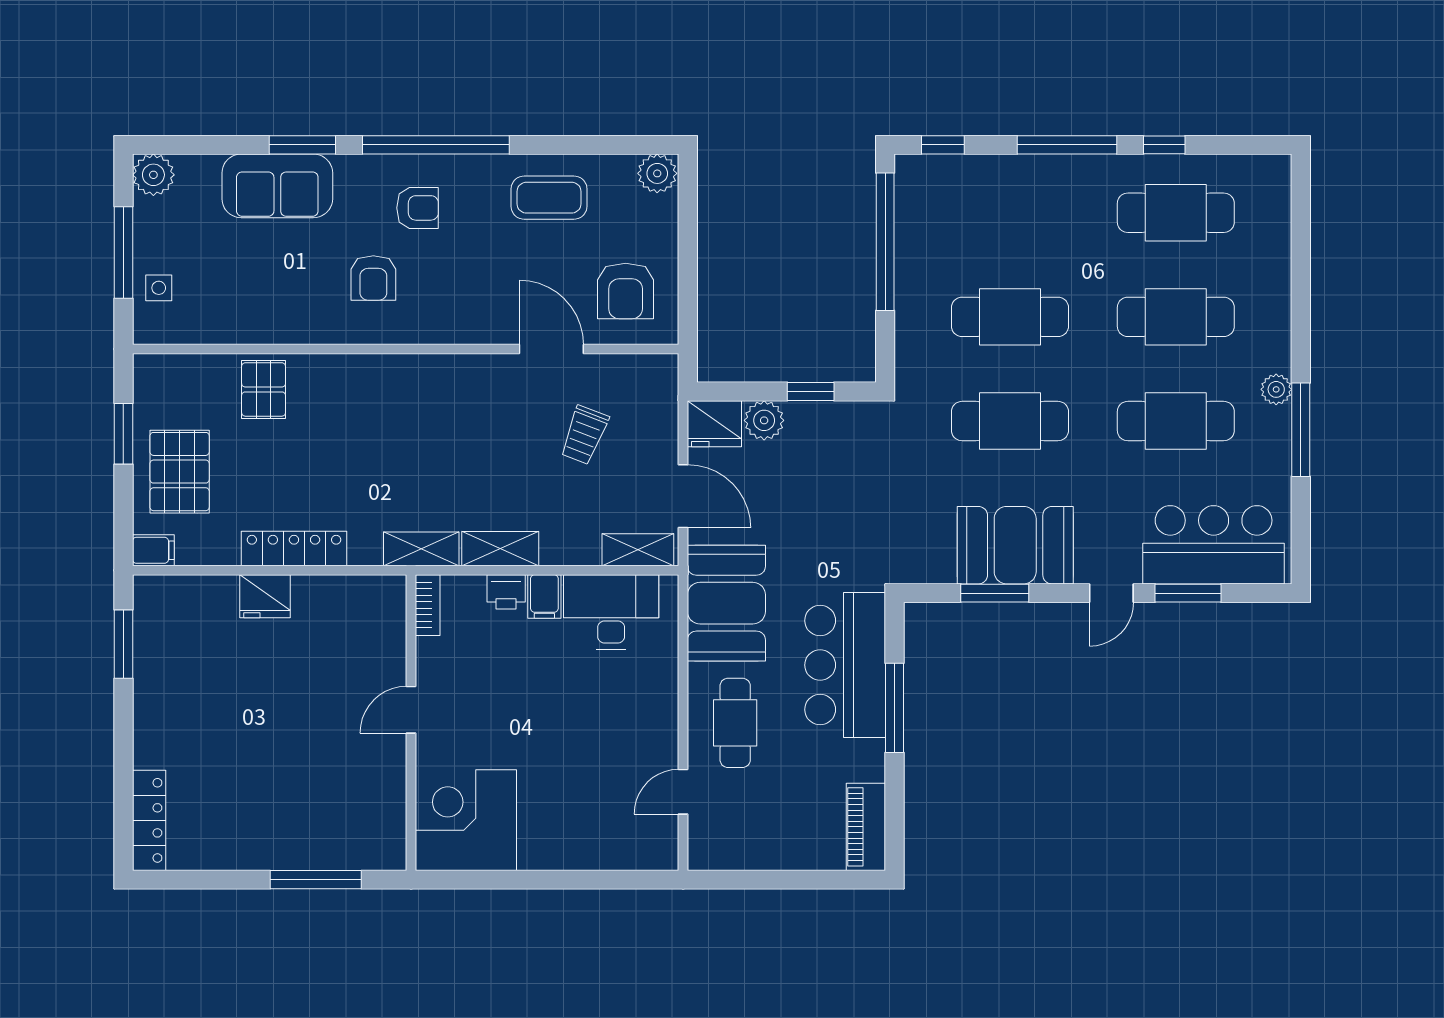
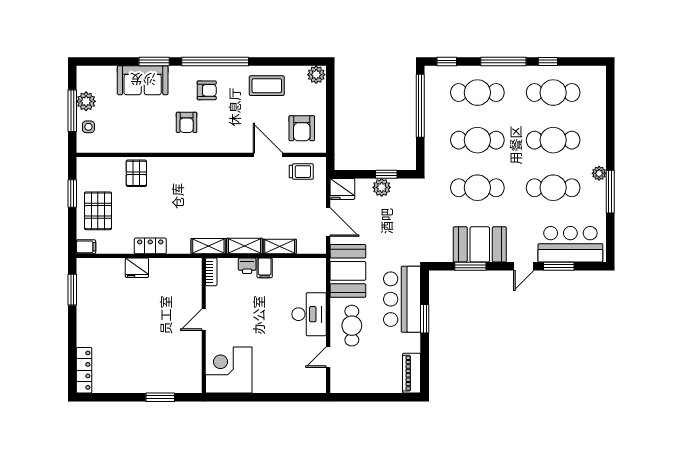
plant: (153, 175) -> (86, 101), moved
cafe table: (1010, 213) -> (477, 93), added
plant: (764, 420) -> (382, 187), moved
trolley: (584, 435) -> (301, 172), moved, turned -111
locker: (294, 548) -> (150, 246), width x0.66
shelving: (638, 550) -> (280, 247), moved
desk: (611, 612) -> (309, 314), moved, turned 90
window: (894, 708) -> (425, 319), width x0.69
window: (316, 880) -> (160, 397), width x0.69

